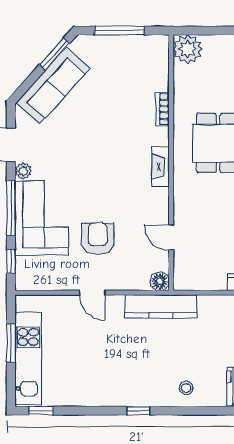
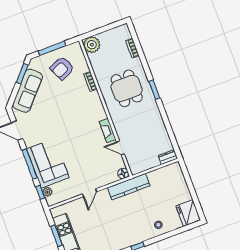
fireplace: (160, 167) -> (108, 131), moved
plant: (23, 171) -> (47, 192), moved
armchair: (98, 239) -> (62, 68), moved, turned -114
door: (92, 293) -> (90, 193), hinge flipped

